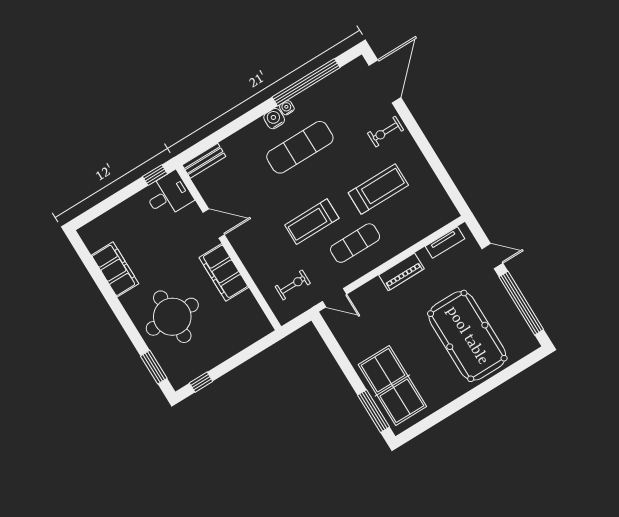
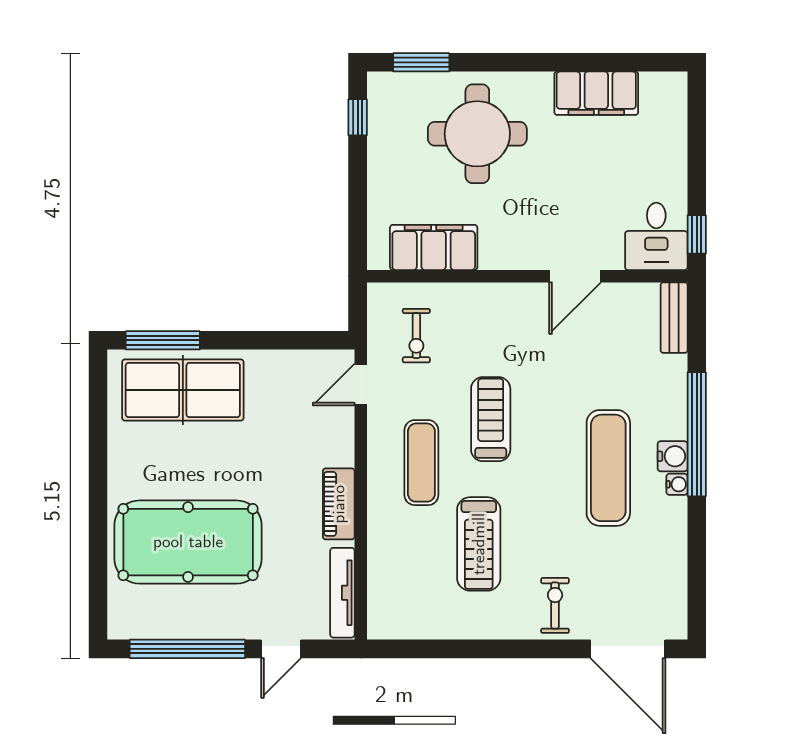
window: (306, 82) -> (697, 434), moved
tv unit: (445, 243) -> (342, 593), width x1.41
filing cabinet: (224, 272) -> (434, 247), moved

